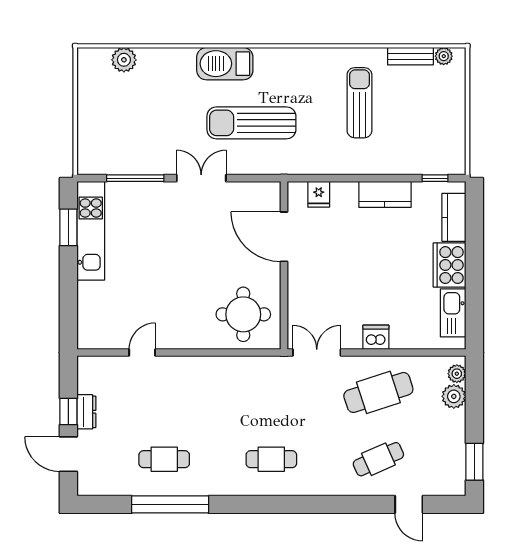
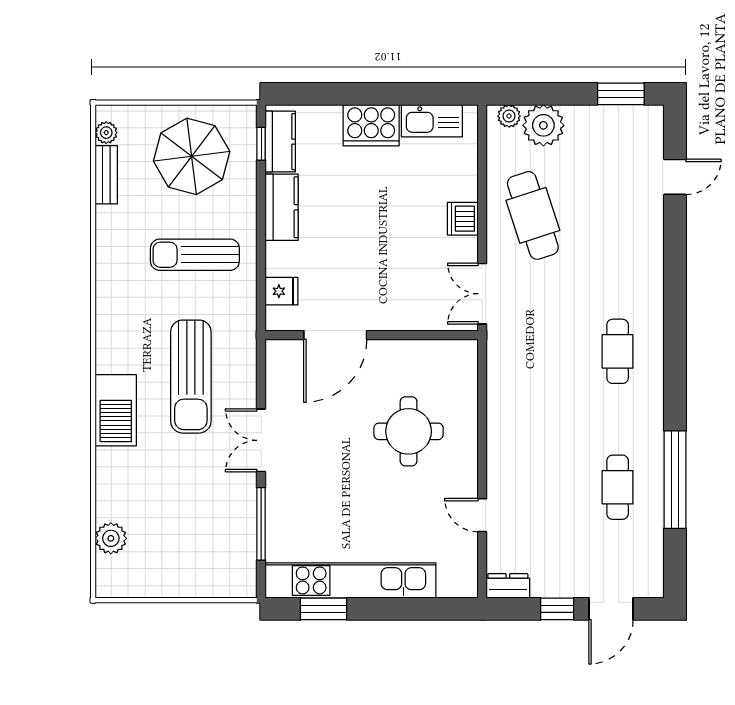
sun lounger: (359, 103) -> (195, 255), moved
parasol: (425, 123) -> (192, 156), added
kitchen counter: (454, 217) -> (280, 142), moved, turned -90
kitchen unit: (91, 231) -> (350, 580), width x1.36
round table: (243, 314) -> (409, 431), moved
plant: (454, 396) -> (543, 125), width x1.36, depth x1.36
dresser: (86, 412) -> (508, 586), moved
cafe table: (378, 459) -> (618, 215), removed

